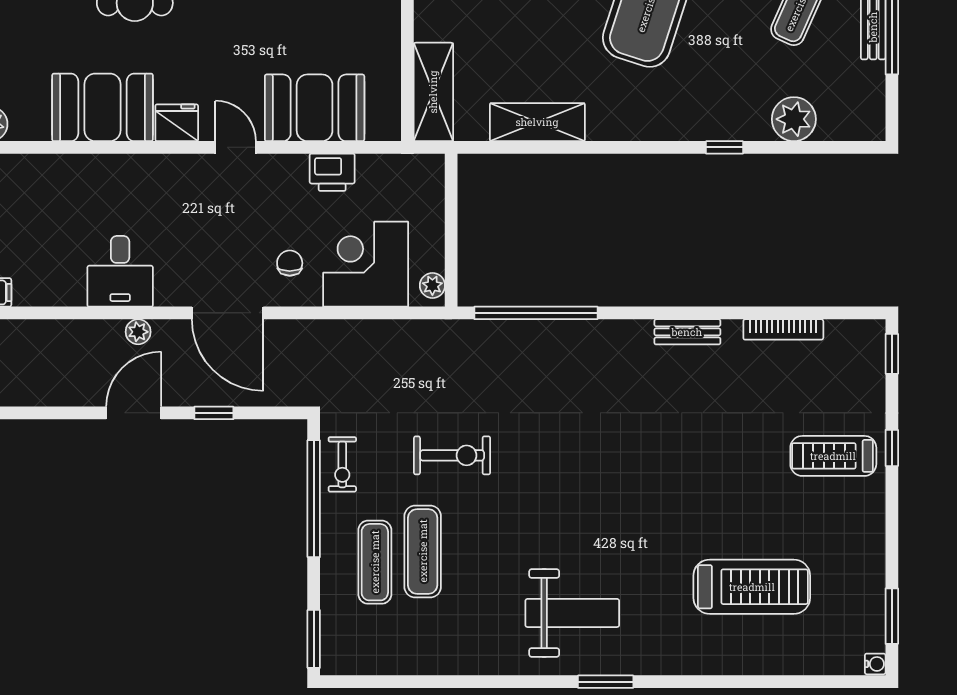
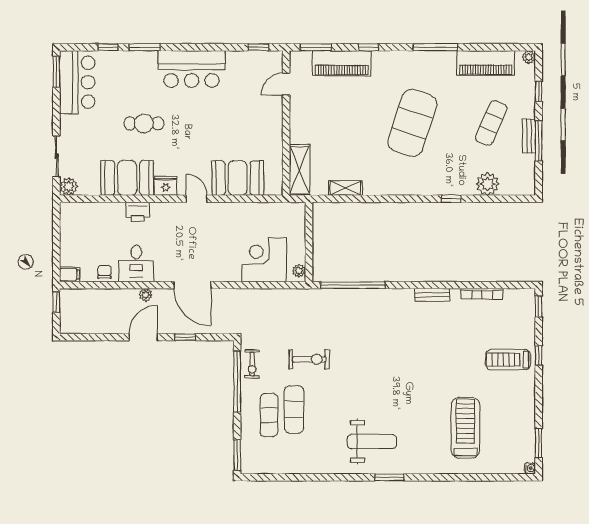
shelving: (537, 122) -> (346, 188), width x0.67, depth x0.75
printer: (332, 172) -> (138, 212), moved
chair: (290, 263) -> (104, 272), moved
treadmill: (752, 587) -> (466, 428), turned -90

